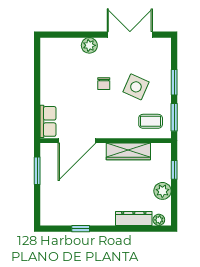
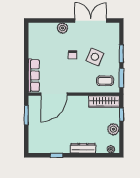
row of seats: (48, 121) -> (34, 75), width x1.48
wardrobe: (128, 151) -> (104, 102), moved
dresser: (134, 218) -> (83, 148), moved

